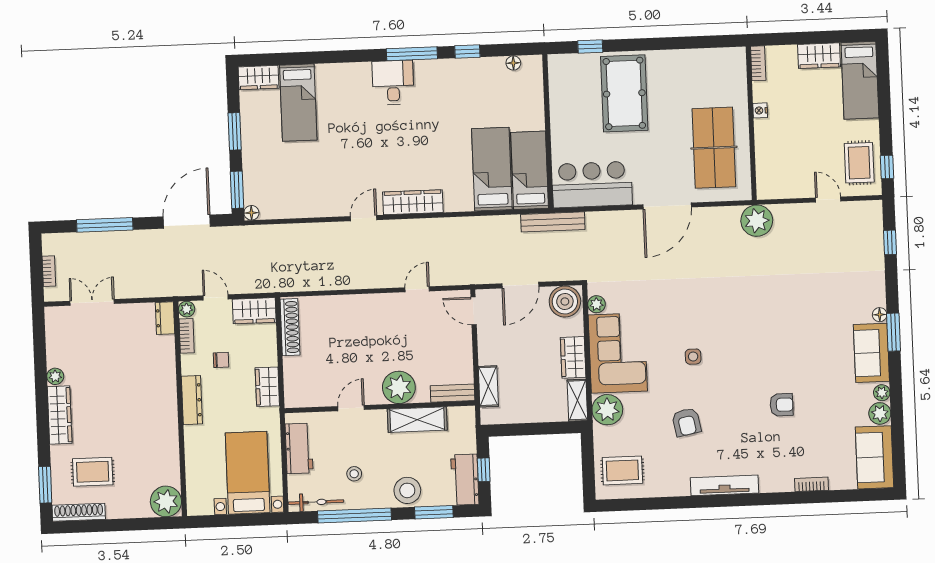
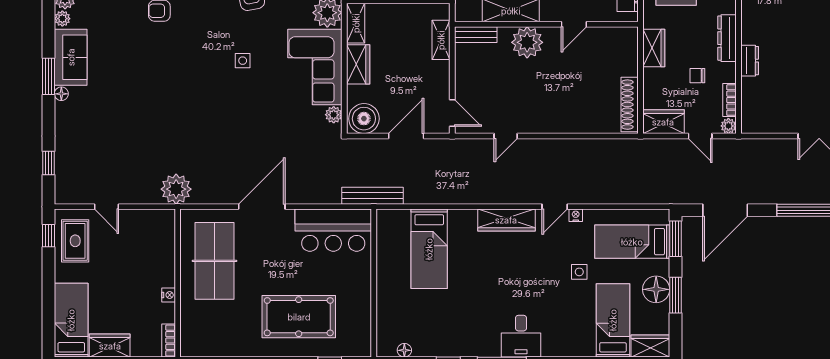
pool table: (624, 93) -> (299, 317), turned 90
side table: (335, 152) -> (579, 272), added
bed: (530, 170) -> (632, 242), moved, turned 90
nightstand: (341, 210) -> (576, 215), added
floor lamp: (251, 213) -> (656, 289), moved, width x1.89, depth x1.89
dresser: (165, 318) -> (750, 61), moved

